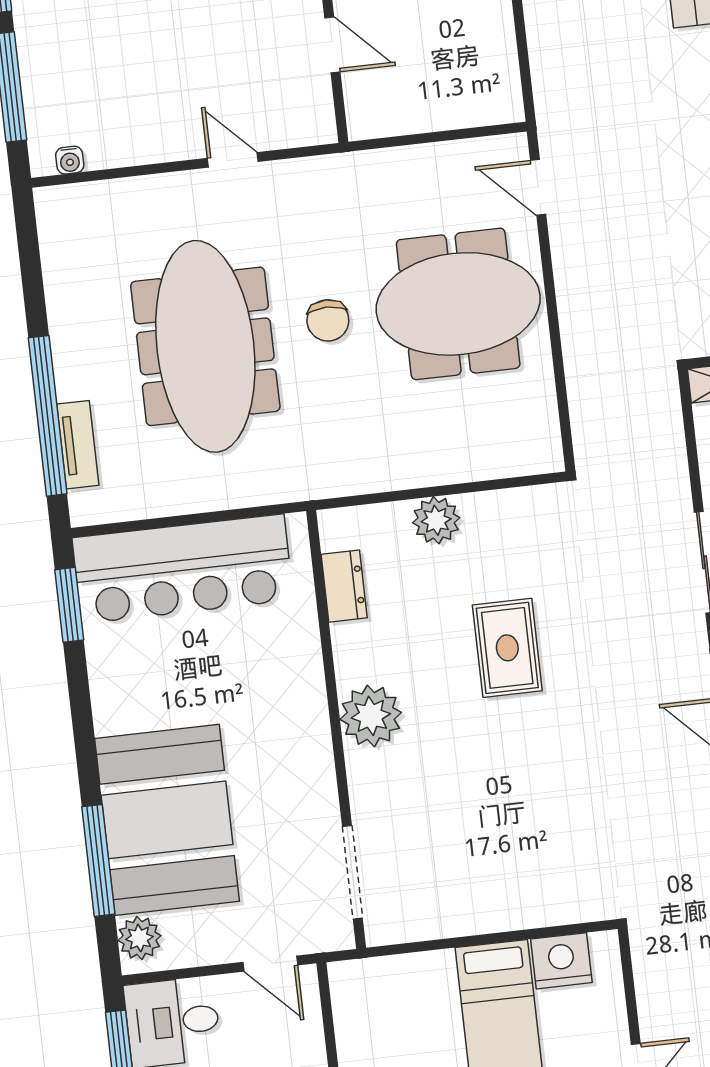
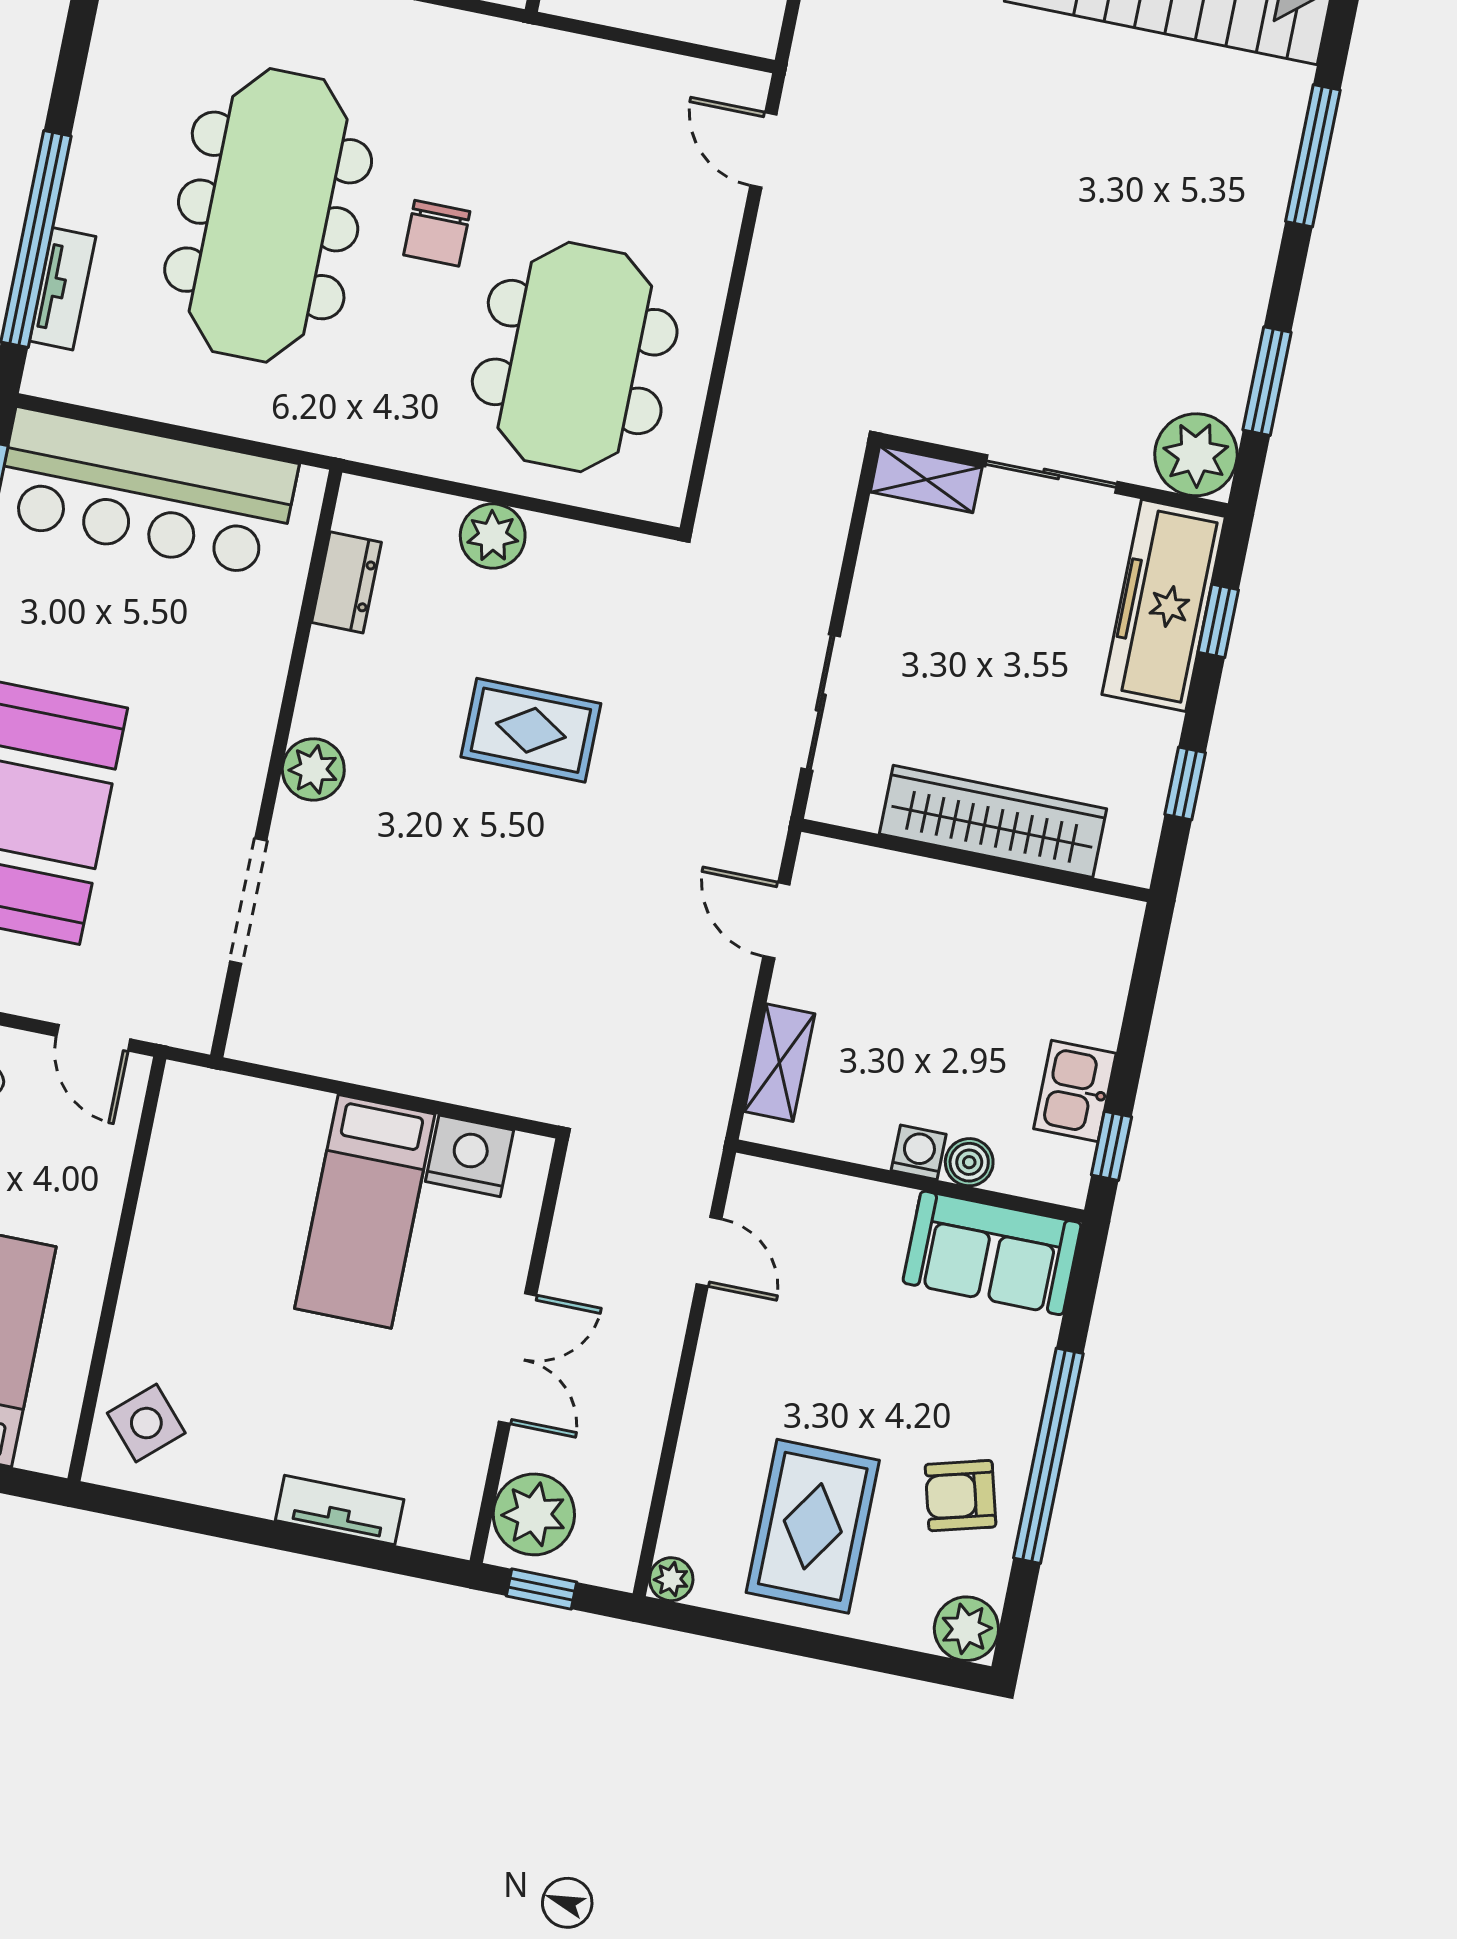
meeting table: (458, 304) -> (575, 357), moved, turned 90
rug: (507, 648) -> (531, 730), turned 90
plant: (371, 716) -> (313, 769), width x0.73, depth x0.73
doorway: (352, 872) -> (248, 901), moved

